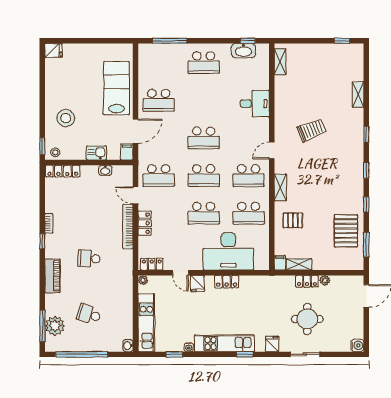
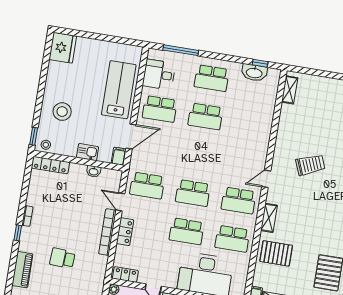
fridge: (53, 51) -> (63, 48), width x1.88, depth x1.34
desk: (255, 104) -> (159, 75), moved, turned 180
school desk: (204, 138) -> (205, 116), moved
pallet: (293, 220) -> (276, 253), width x1.50, depth x1.42

